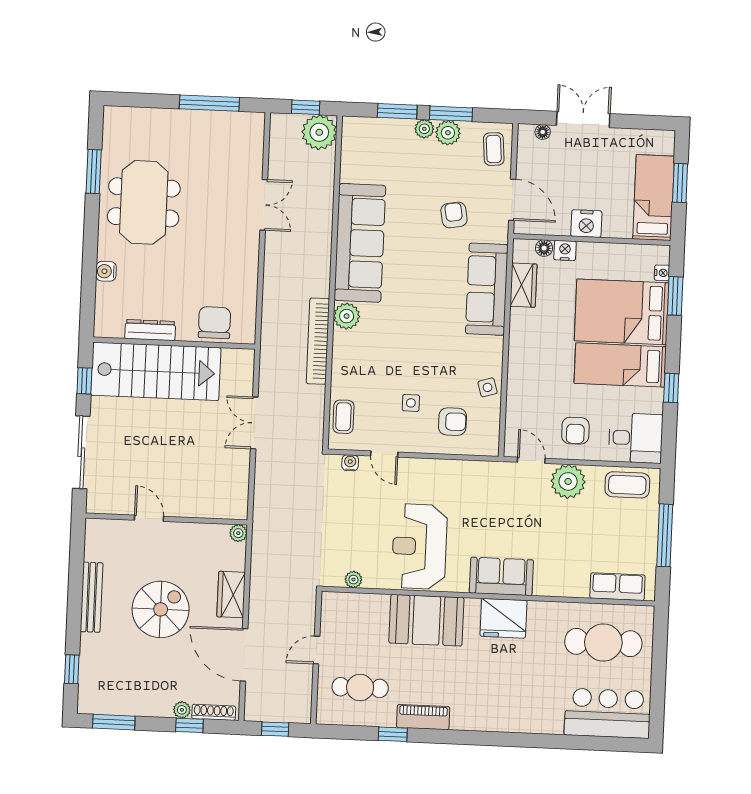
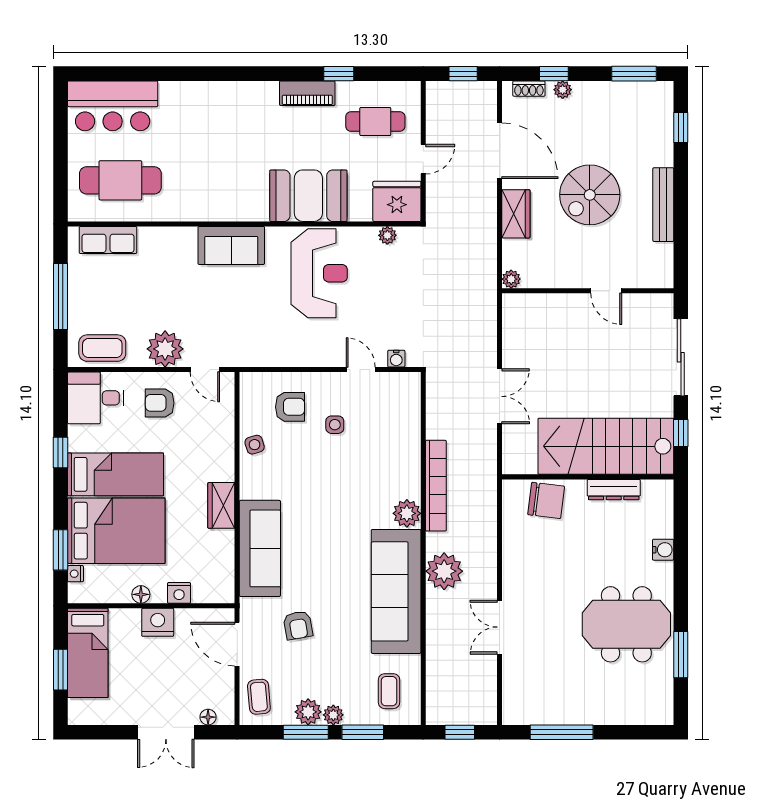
plant: (319, 132) -> (444, 571), moved
meeting table: (144, 202) -> (626, 624), turned 90
floor lamp: (544, 248) -> (141, 594), moved
wardrobe: (523, 285) -> (221, 505), moved
chair: (214, 323) -> (546, 500), turned -83
coffee table: (343, 417) -> (389, 691), moved
armchair: (452, 422) -> (290, 407), turned 180
armchair: (575, 431) -> (160, 403), turned -90
fridge: (504, 618) -> (397, 201), moved
shoe rack: (214, 712) -> (529, 89), width x0.70

